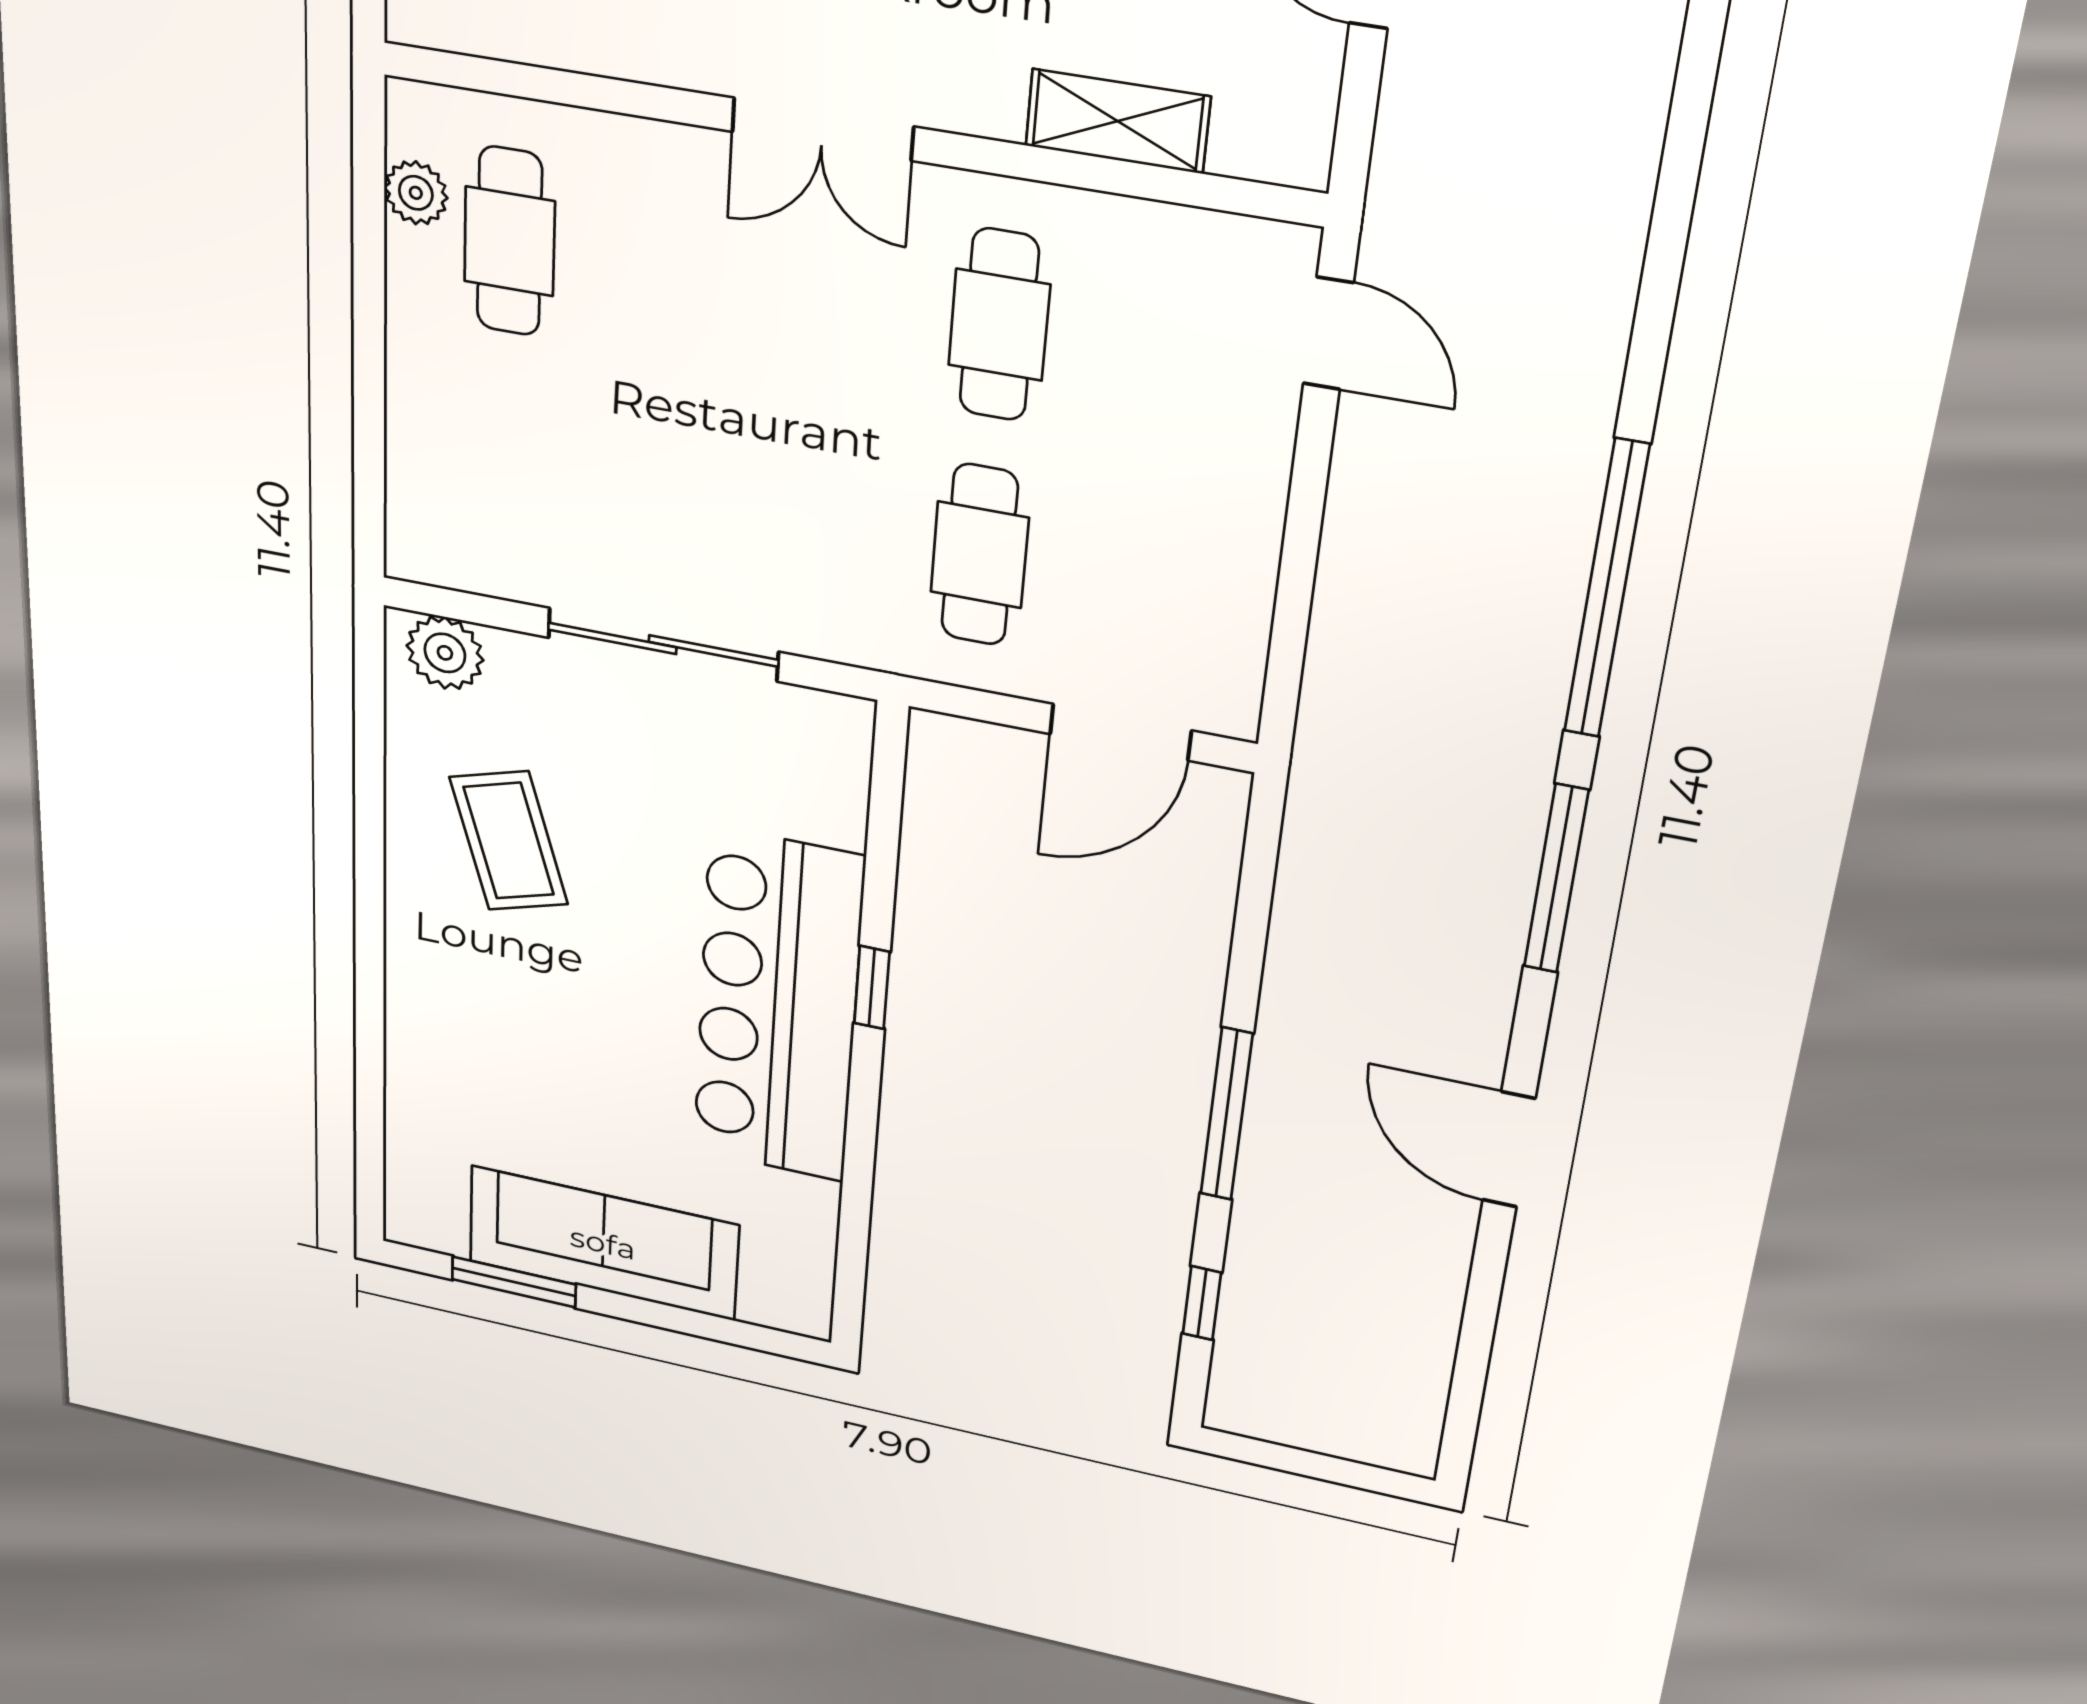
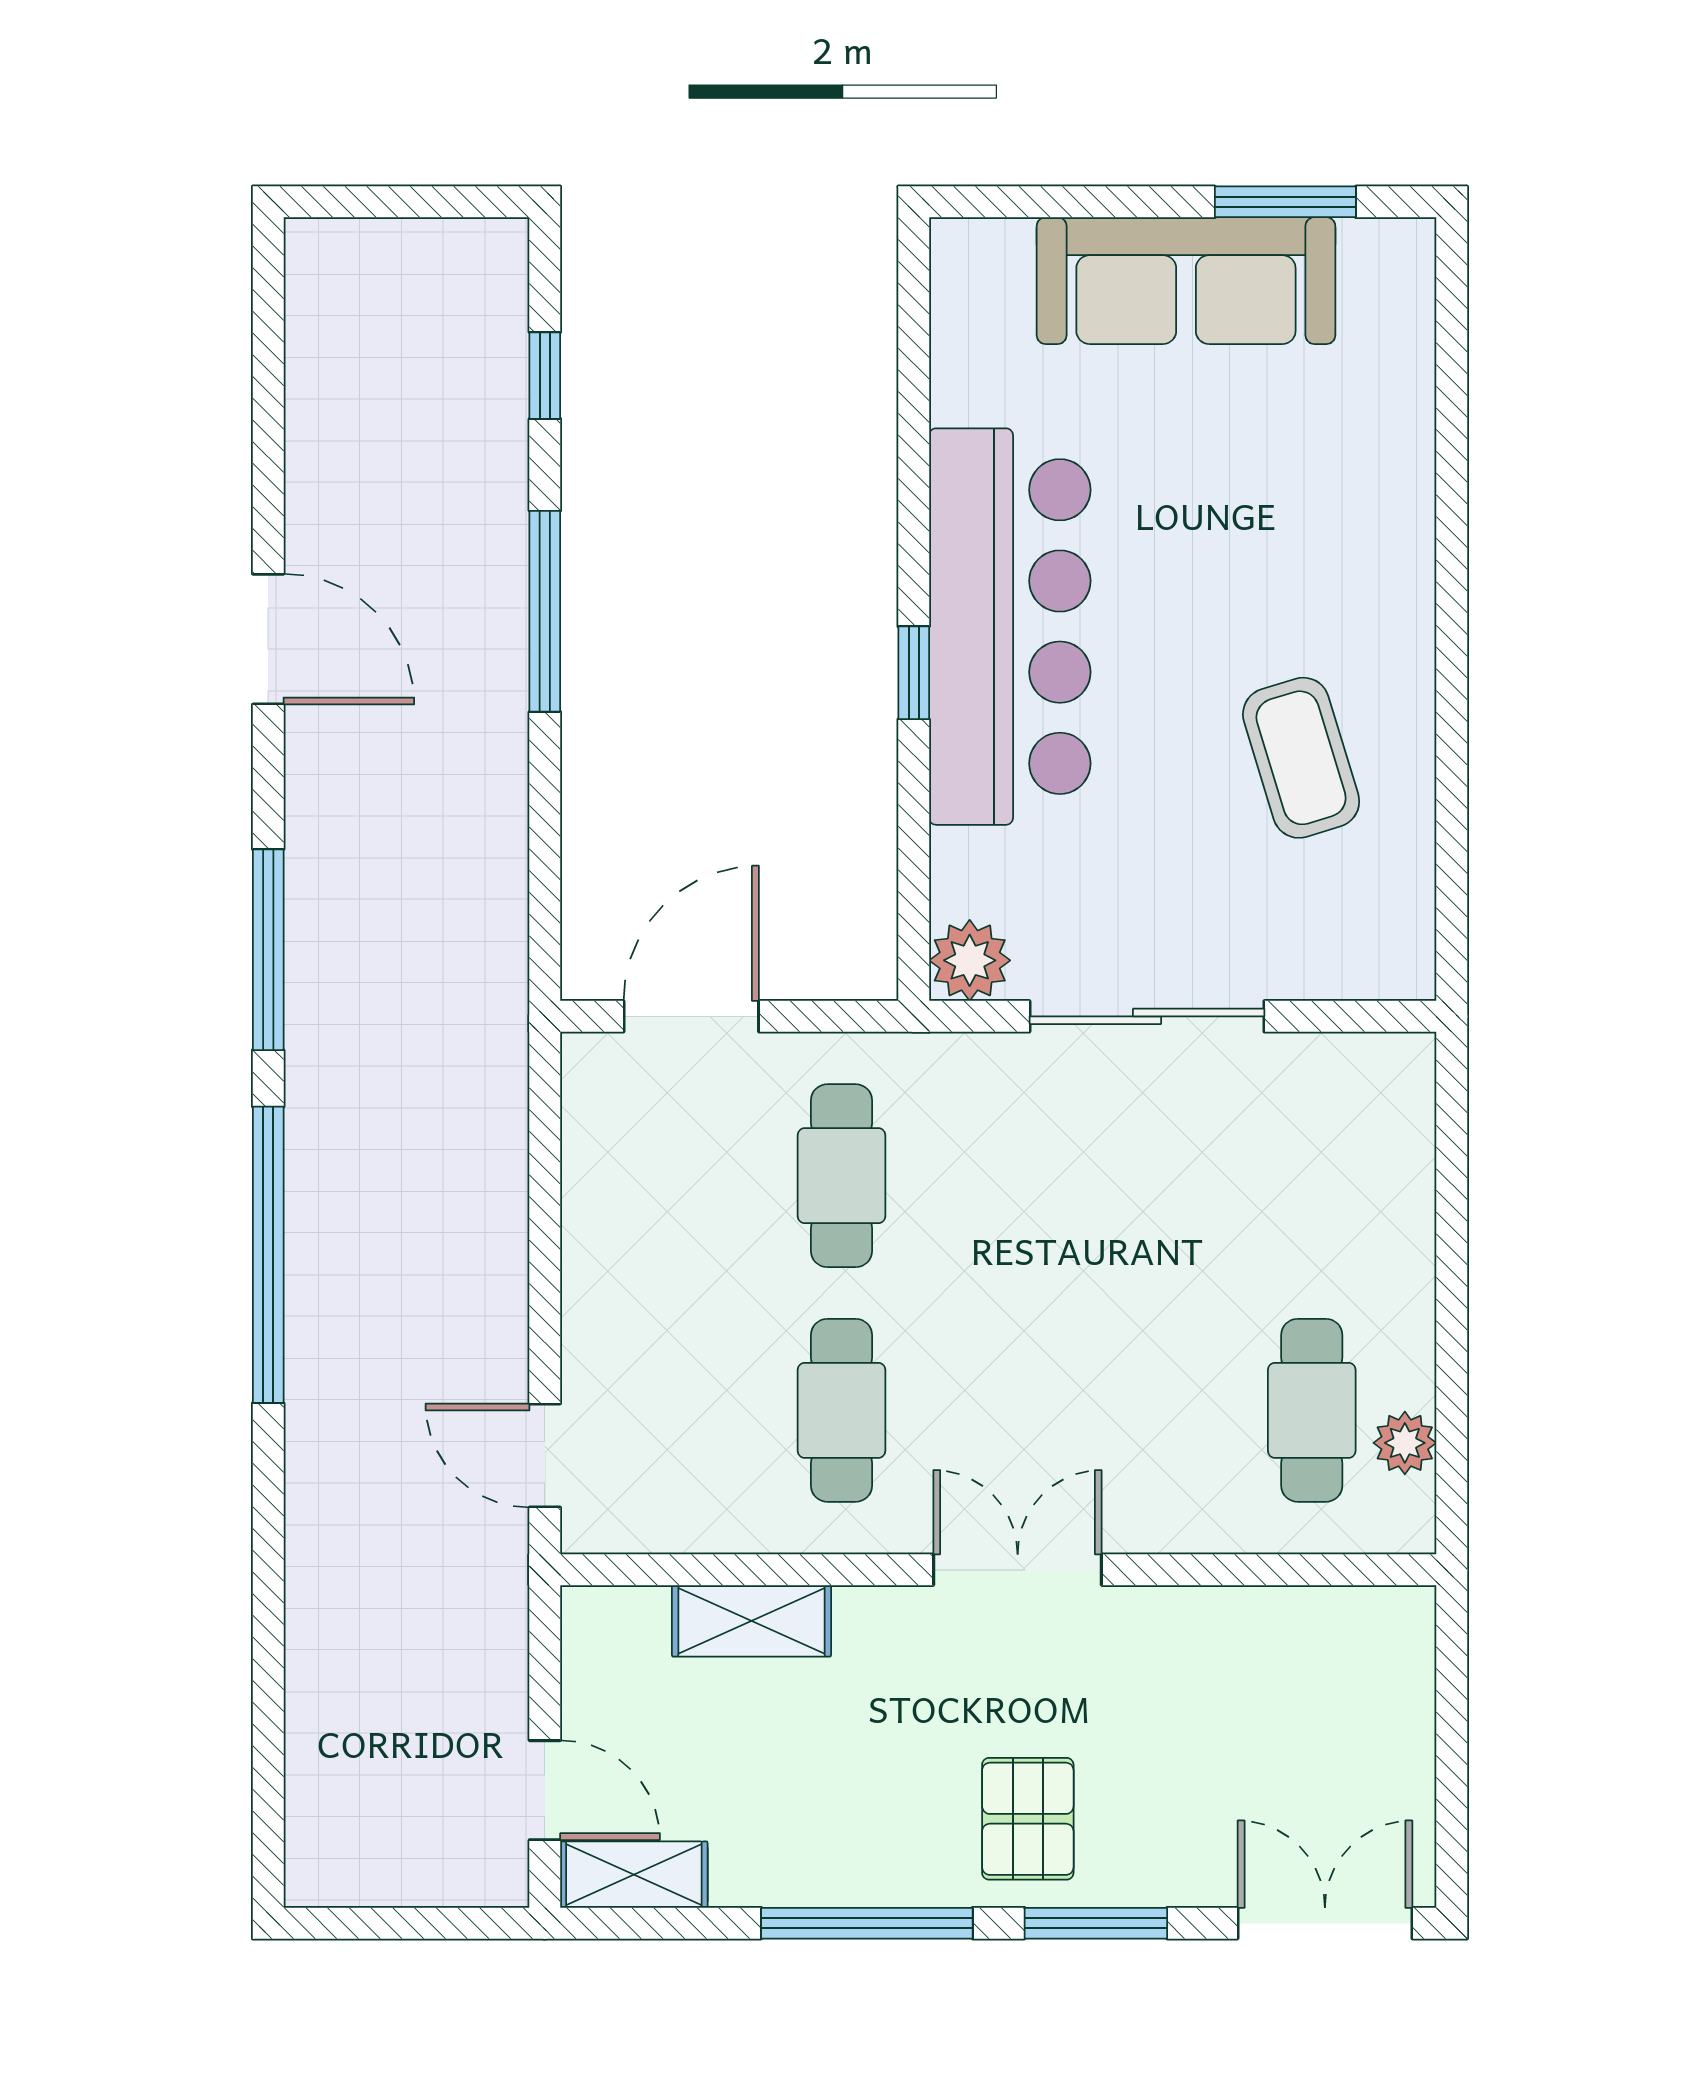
plant: (445, 653) -> (970, 960), moved

